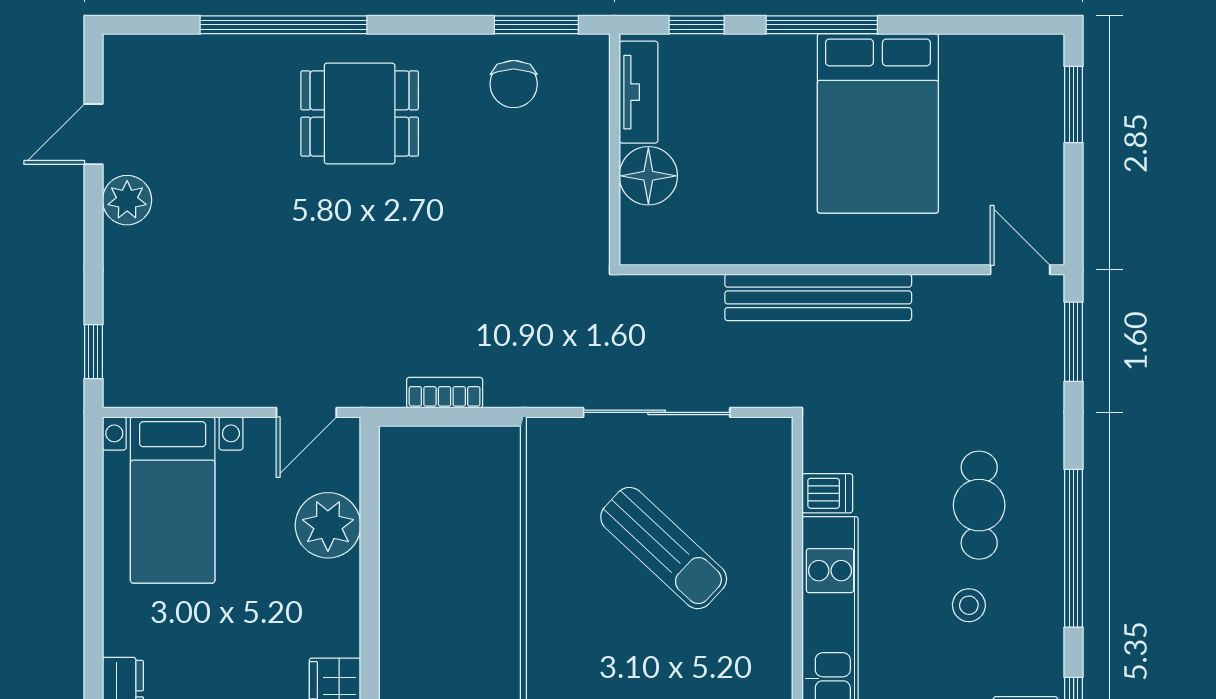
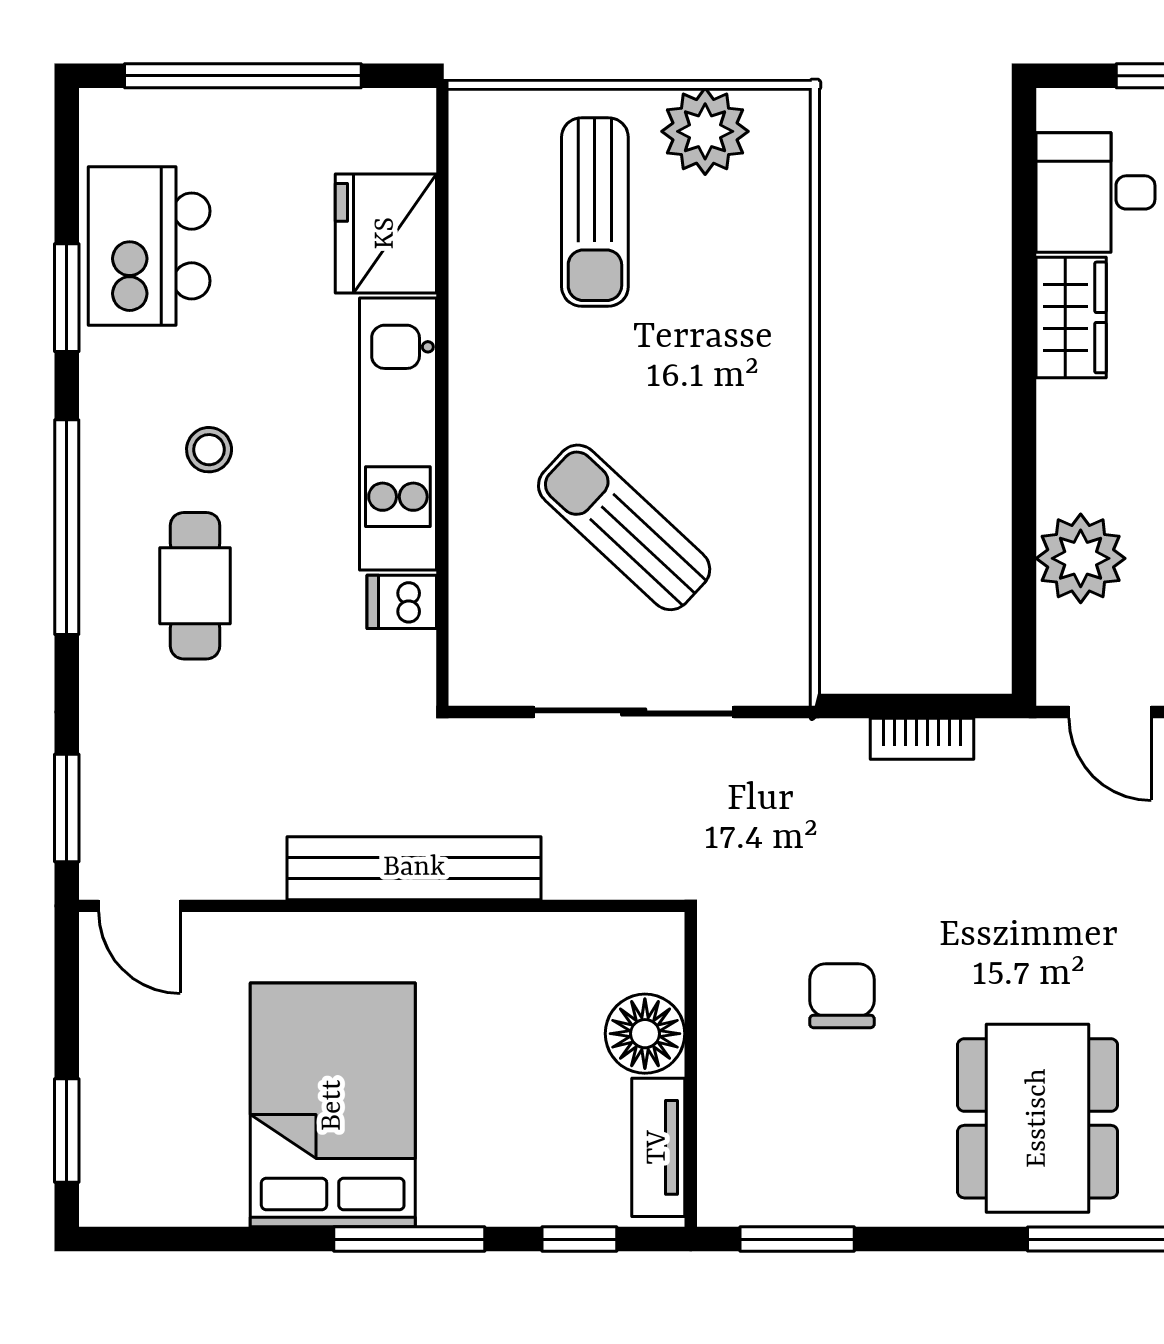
chair: (514, 84) -> (842, 996), moved
dining table: (360, 114) -> (1038, 1118), width x1.38
door: (306, 412) -> (1110, 712), swing flipped

